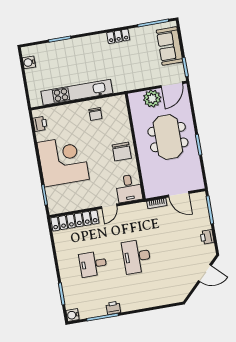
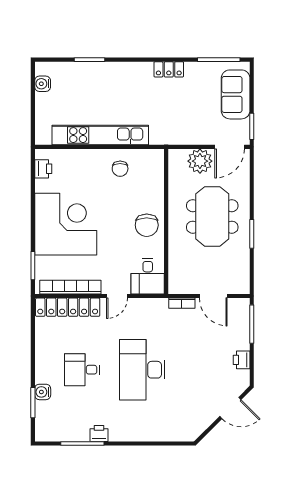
bookcase: (74, 206) -> (70, 287), added
desk: (137, 256) -> (142, 370), width x1.36, depth x1.30
water cooler: (73, 315) -> (43, 392), moved

